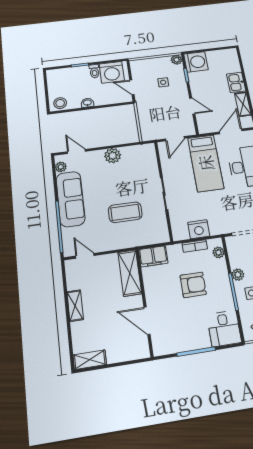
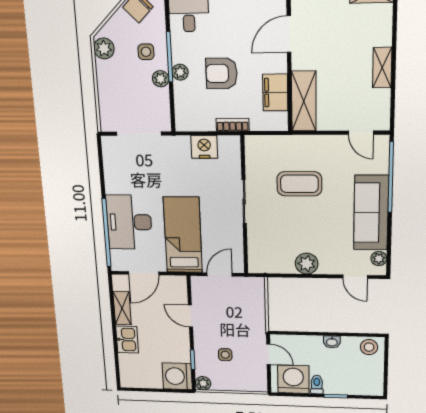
bookcase: (195, 246) -> (233, 125), moved
plant: (219, 252) -> (180, 72), moved
filing cabinet: (153, 256) -> (275, 92), moved, turned -90
door: (147, 321) -> (289, 34), swing flipped

